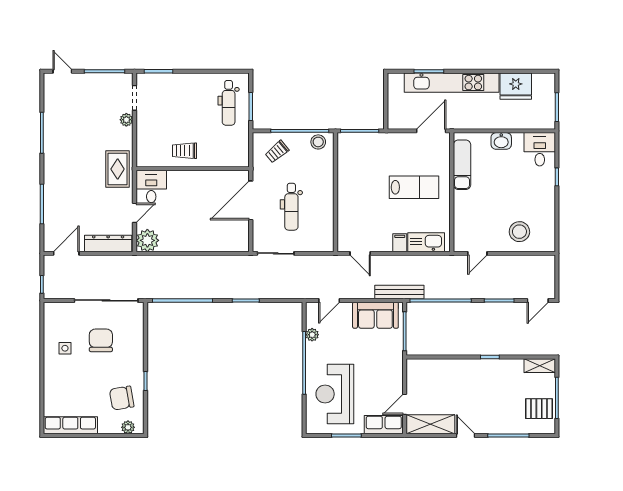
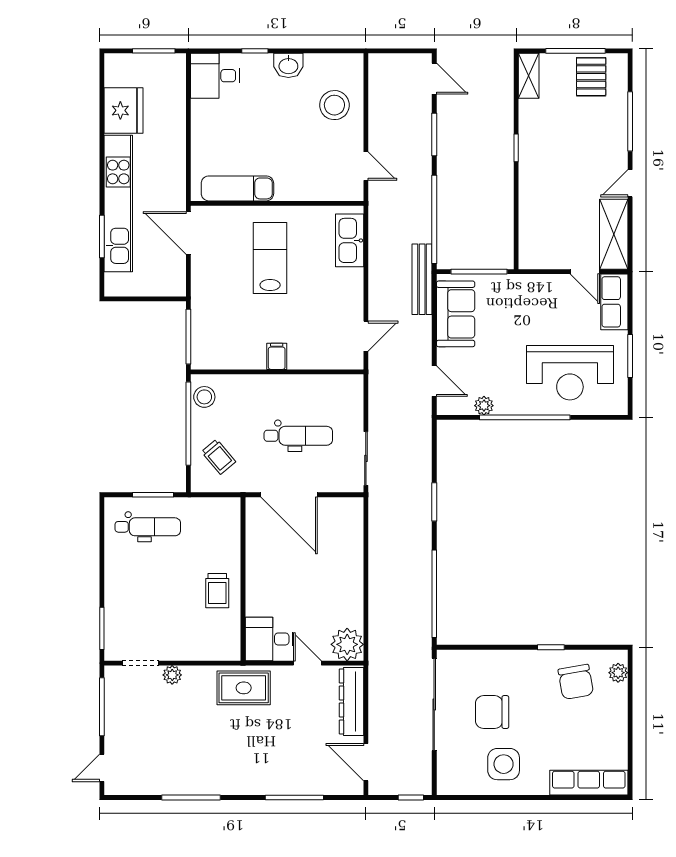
washbasin: (501, 141) -> (288, 65), moved, turned 90
filing cabinet: (400, 243) -> (277, 356), moved, turned 90
side table: (65, 348) -> (504, 764), width x1.87, depth x1.87
row of seats: (70, 425) -> (589, 783), moved, turned 90

